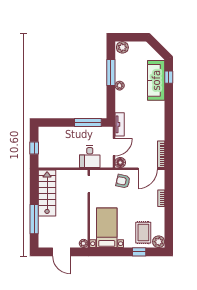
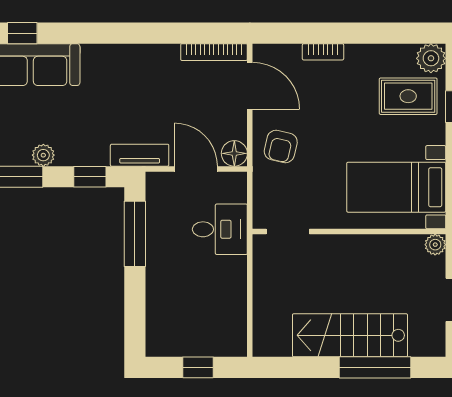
window: (111, 104) -> (90, 177), added
stairs: (47, 193) -> (350, 335), moved

